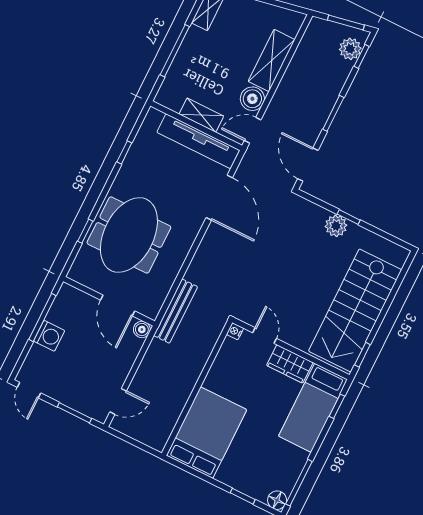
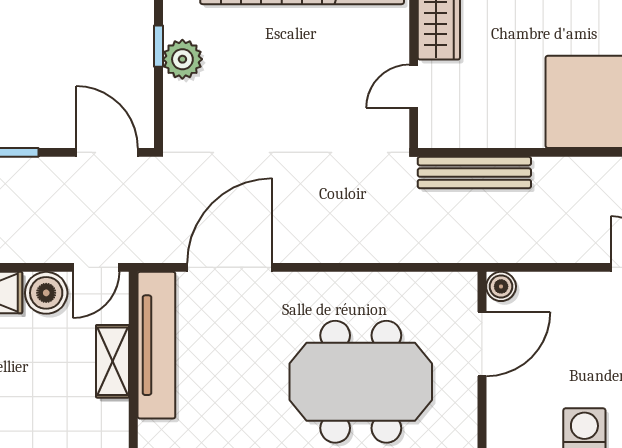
door: (253, 130) -> (96, 267), hinge flipped
door: (308, 165) -> (107, 152), swing flipped
bench: (176, 311) -> (474, 173), moved
nightstand: (235, 331) -> (430, 137), removed

